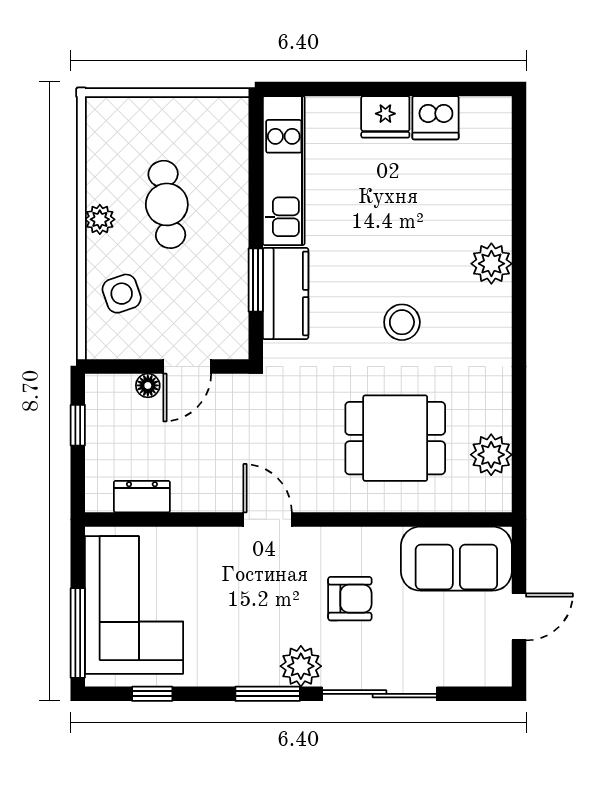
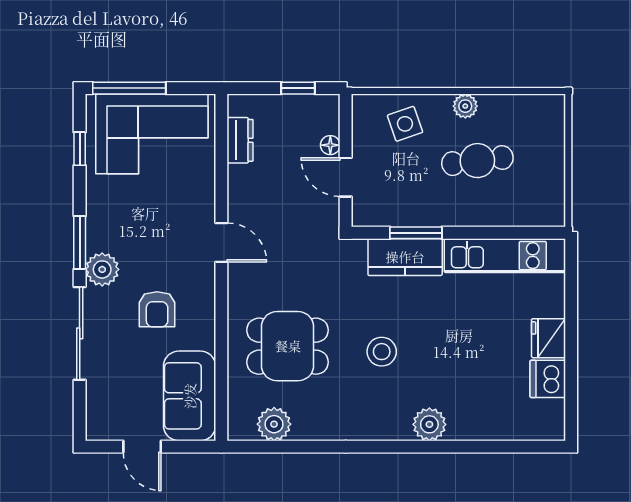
dining table: (395, 438) -> (288, 346), turned 90
door: (268, 519) -> (221, 242), hinge flipped

